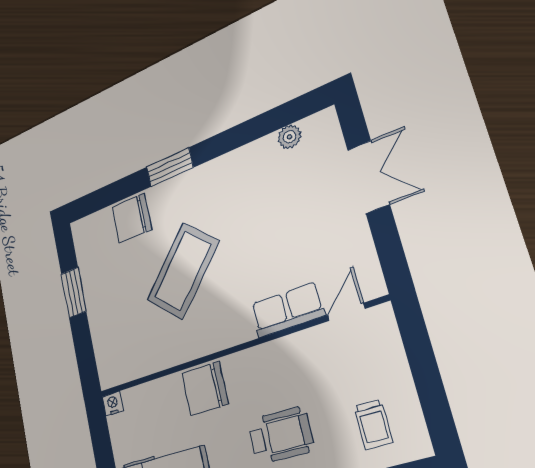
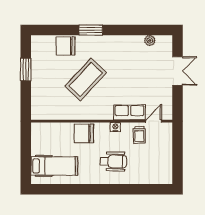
nightstand: (113, 404) -> (115, 127), moved
trolley: (373, 424) -> (139, 135), moved

